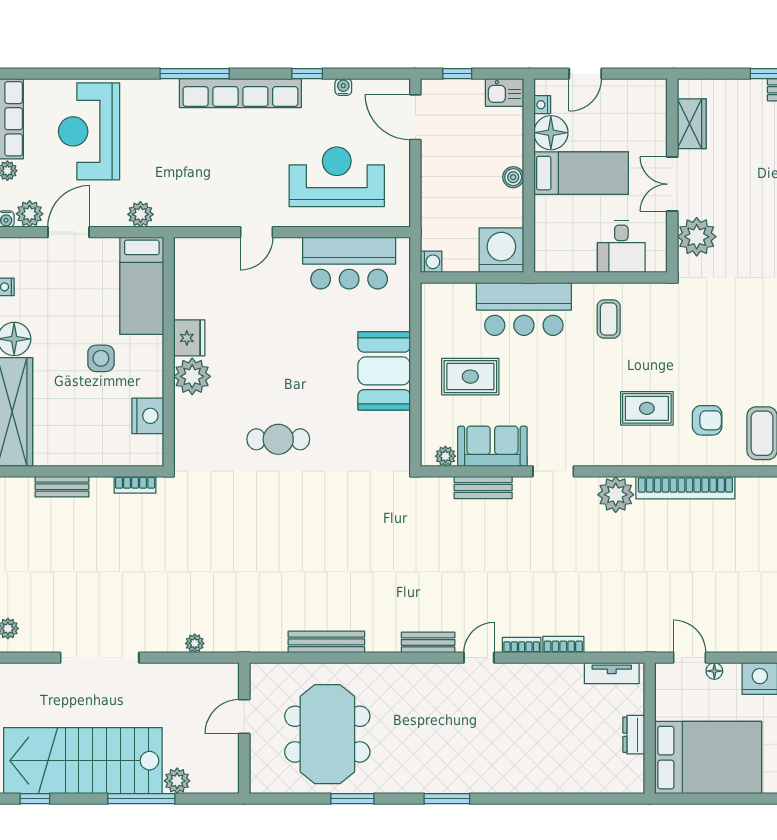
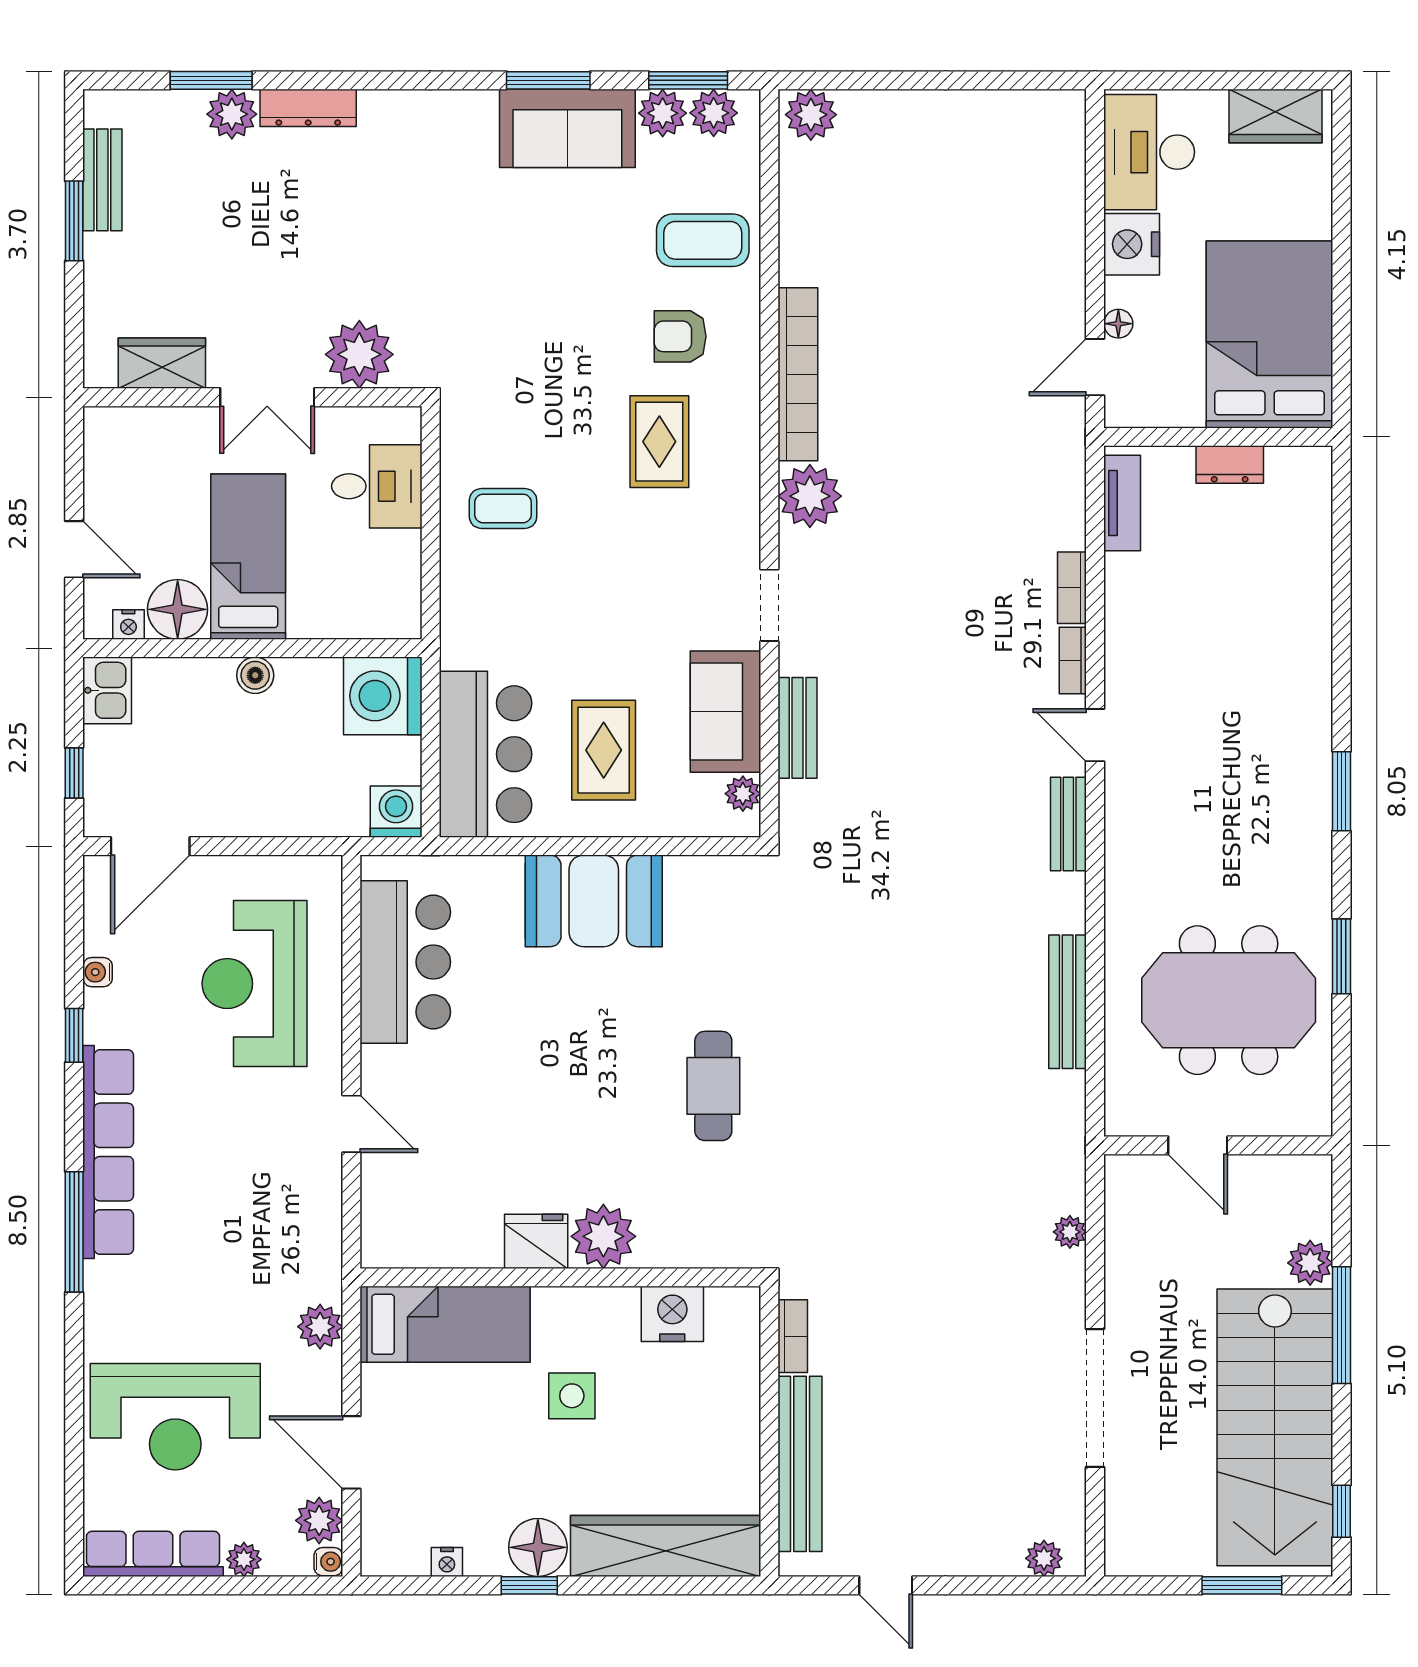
washing machine: (431, 262) -> (396, 812), width x1.38, depth x1.38
bar counter: (524, 309) -> (486, 754), moved
armchair: (707, 420) -> (680, 336), turned -90
bench: (62, 487) -> (800, 1464), width x1.86, depth x1.21

